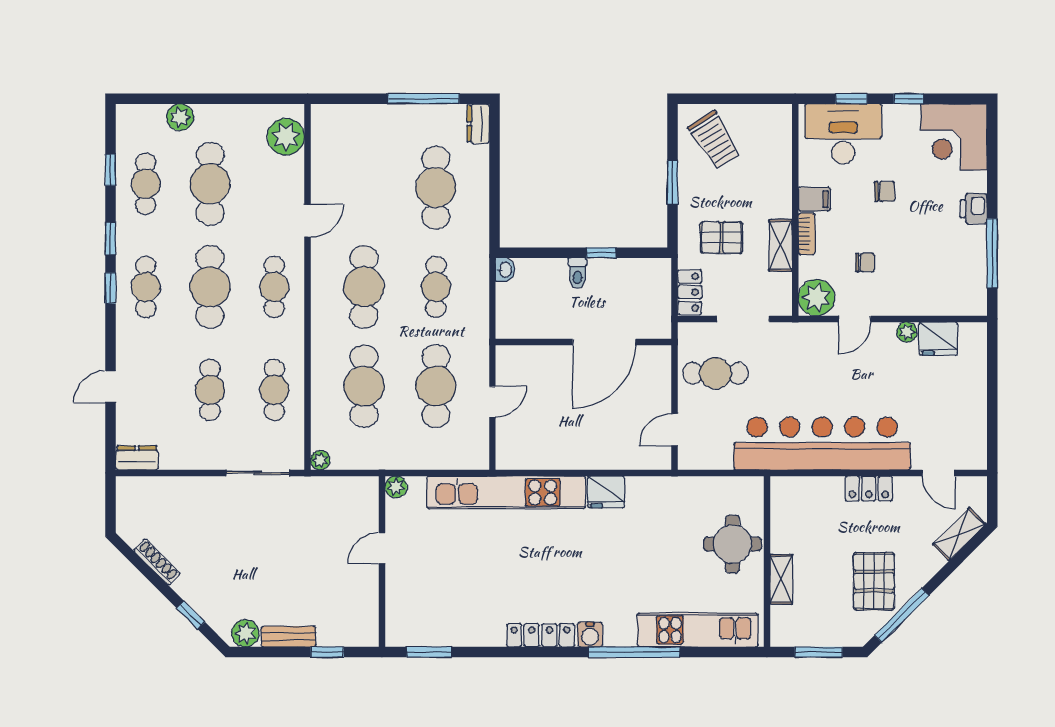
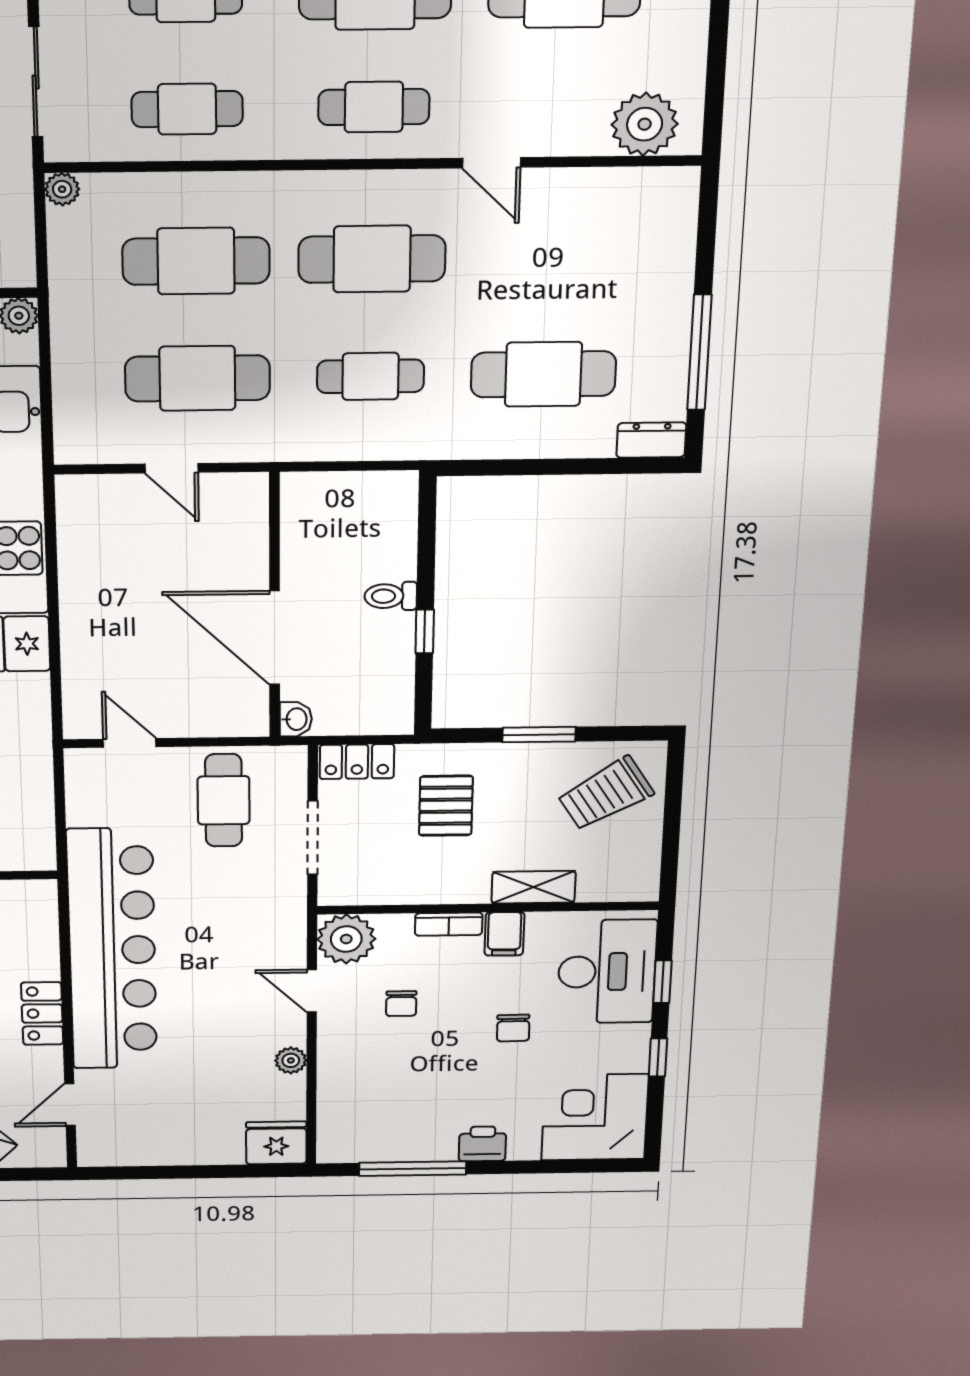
shelving: (781, 245) -> (534, 887), moved
washbasin: (505, 270) -> (296, 719), moved, turned -90
fridge: (938, 339) -> (276, 1143), moved, turned 90

